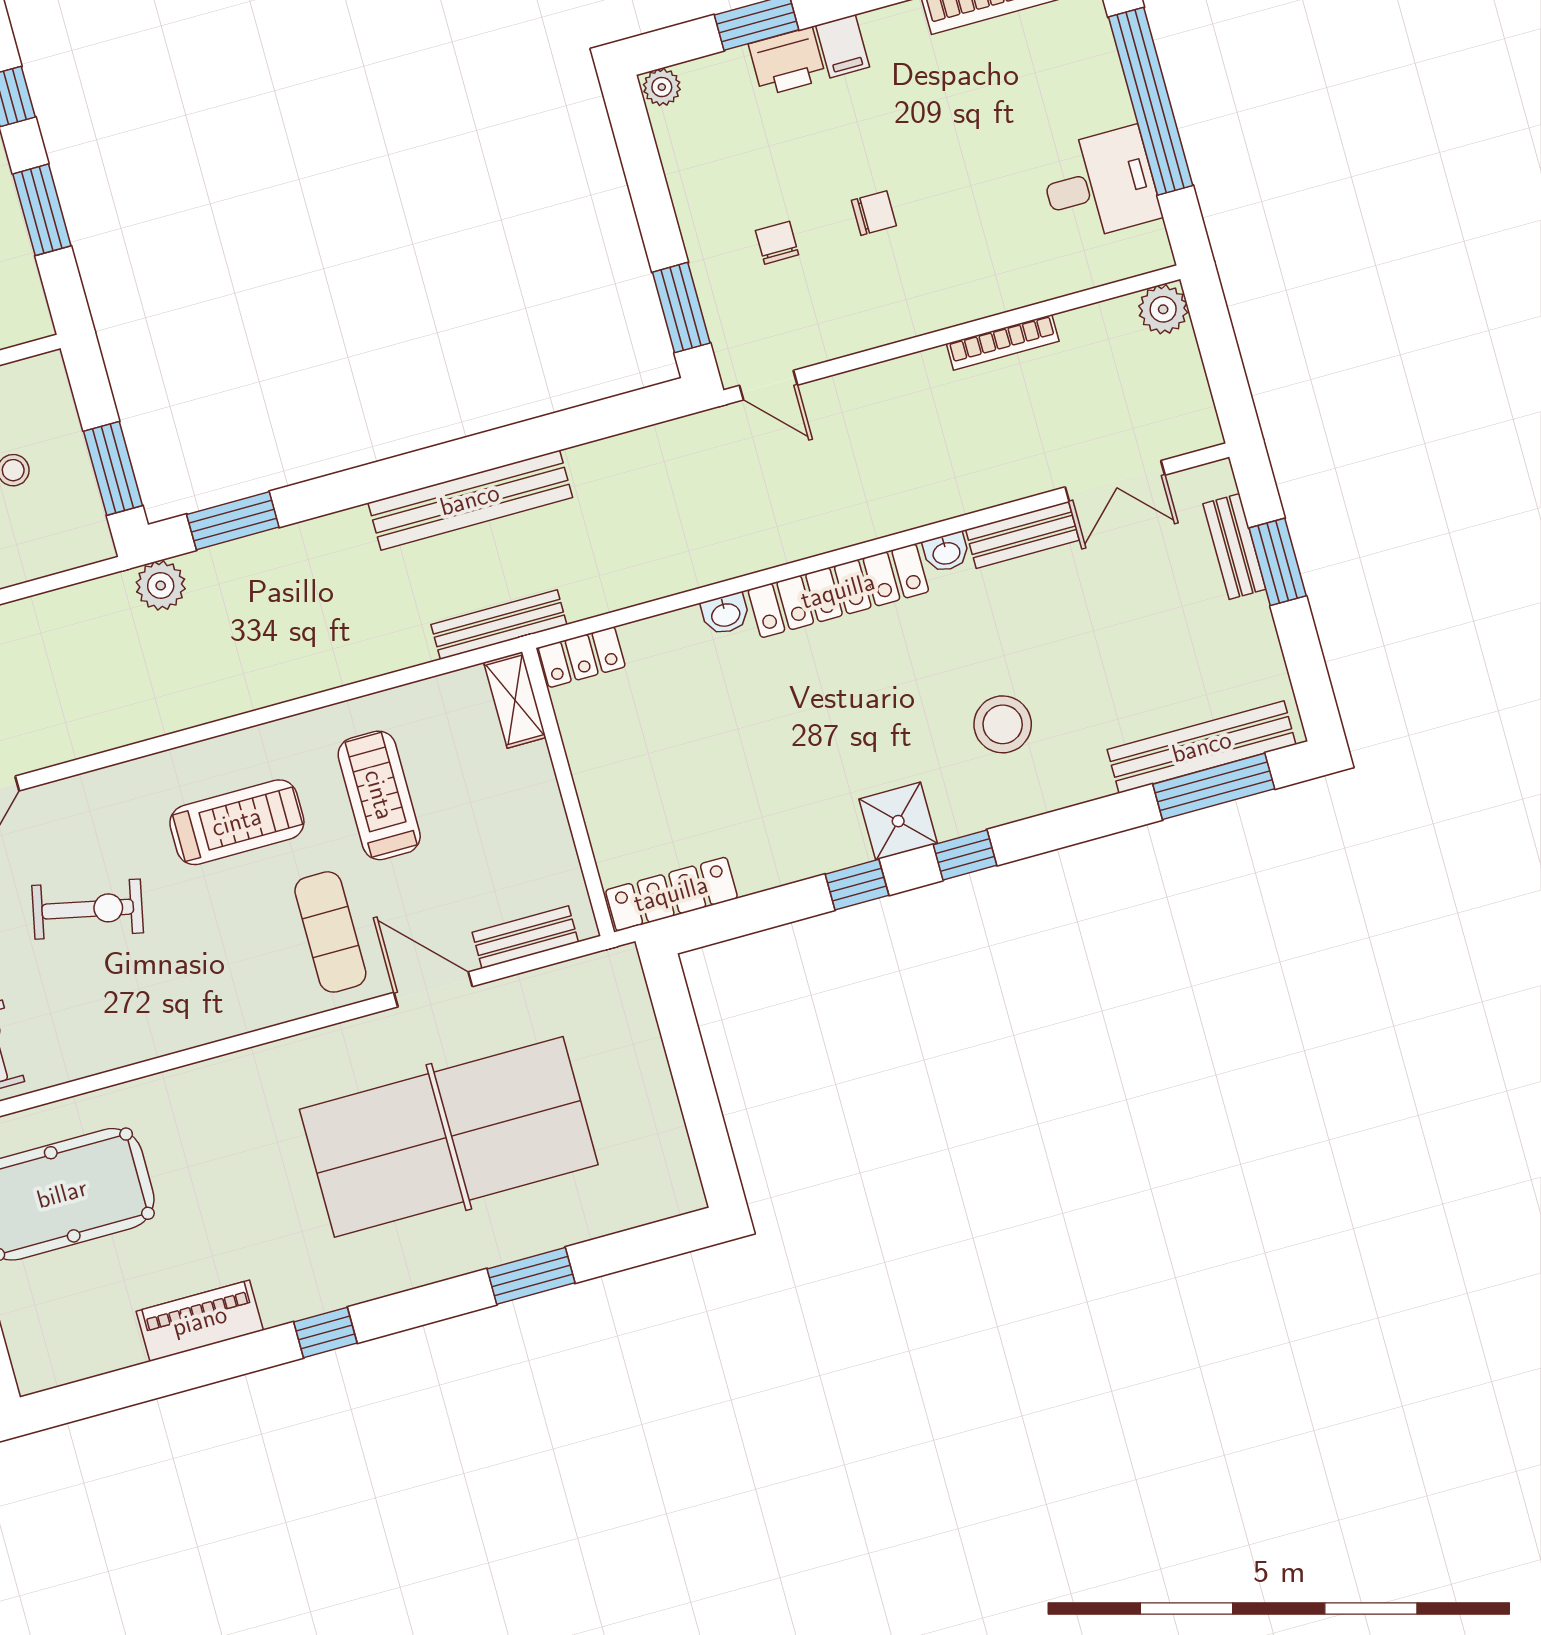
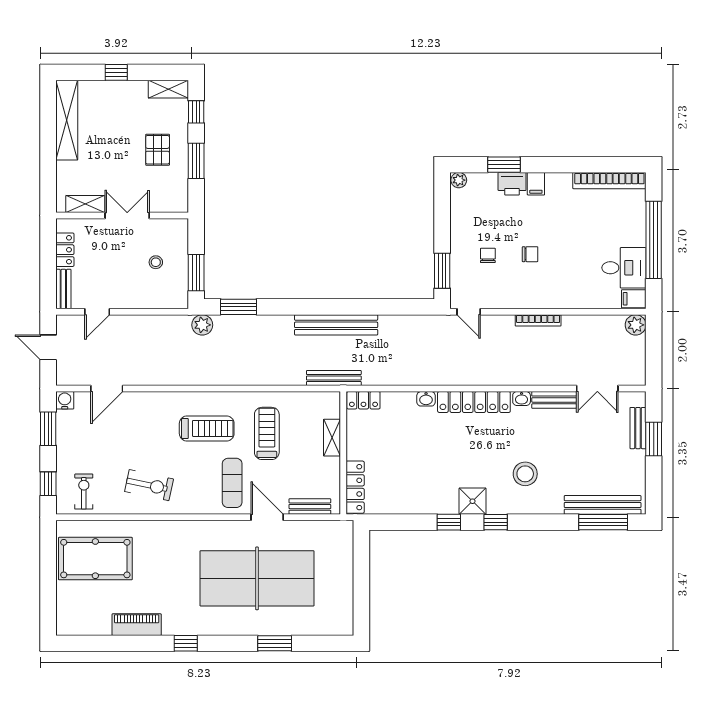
filing cabinet: (1142, 250) -> (634, 299), added
bookcase: (1003, 342) -> (538, 320), moved
shelving: (515, 700) -> (332, 438), moved
locker: (671, 894) -> (355, 487), moved, turned 90
exercise bike: (88, 909) -> (149, 485), moved

